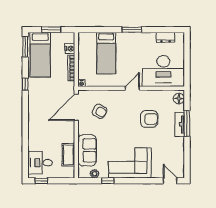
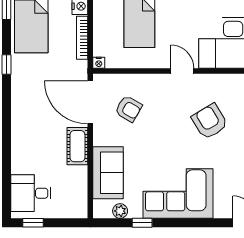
door: (132, 88) -> (182, 71), hinge flipped
door: (76, 107) -> (90, 102), hinge flipped
armchair: (149, 119) -> (210, 121), turned -121
cot: (68, 155) -> (77, 146), moved

